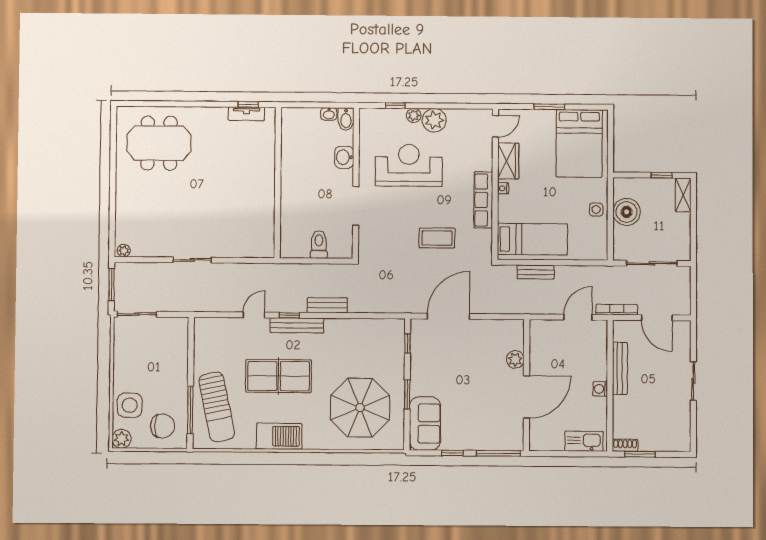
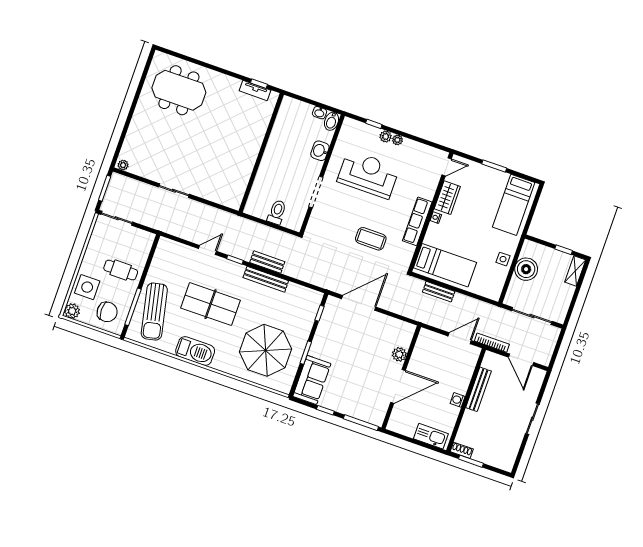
plant: (434, 120) -> (397, 140), width x0.53, depth x0.53
bed: (579, 143) -> (514, 205), width x0.67
bench: (297, 325) -> (266, 279), moved
cafe table: (162, 372) -> (121, 270), added

